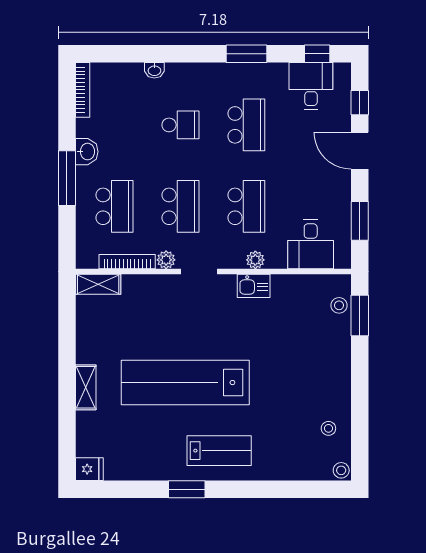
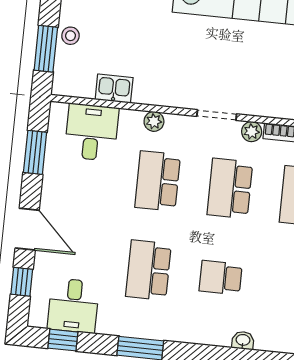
kitchen sink: (254, 286) -> (114, 89), moved
stool: (339, 305) -> (70, 36), moved

